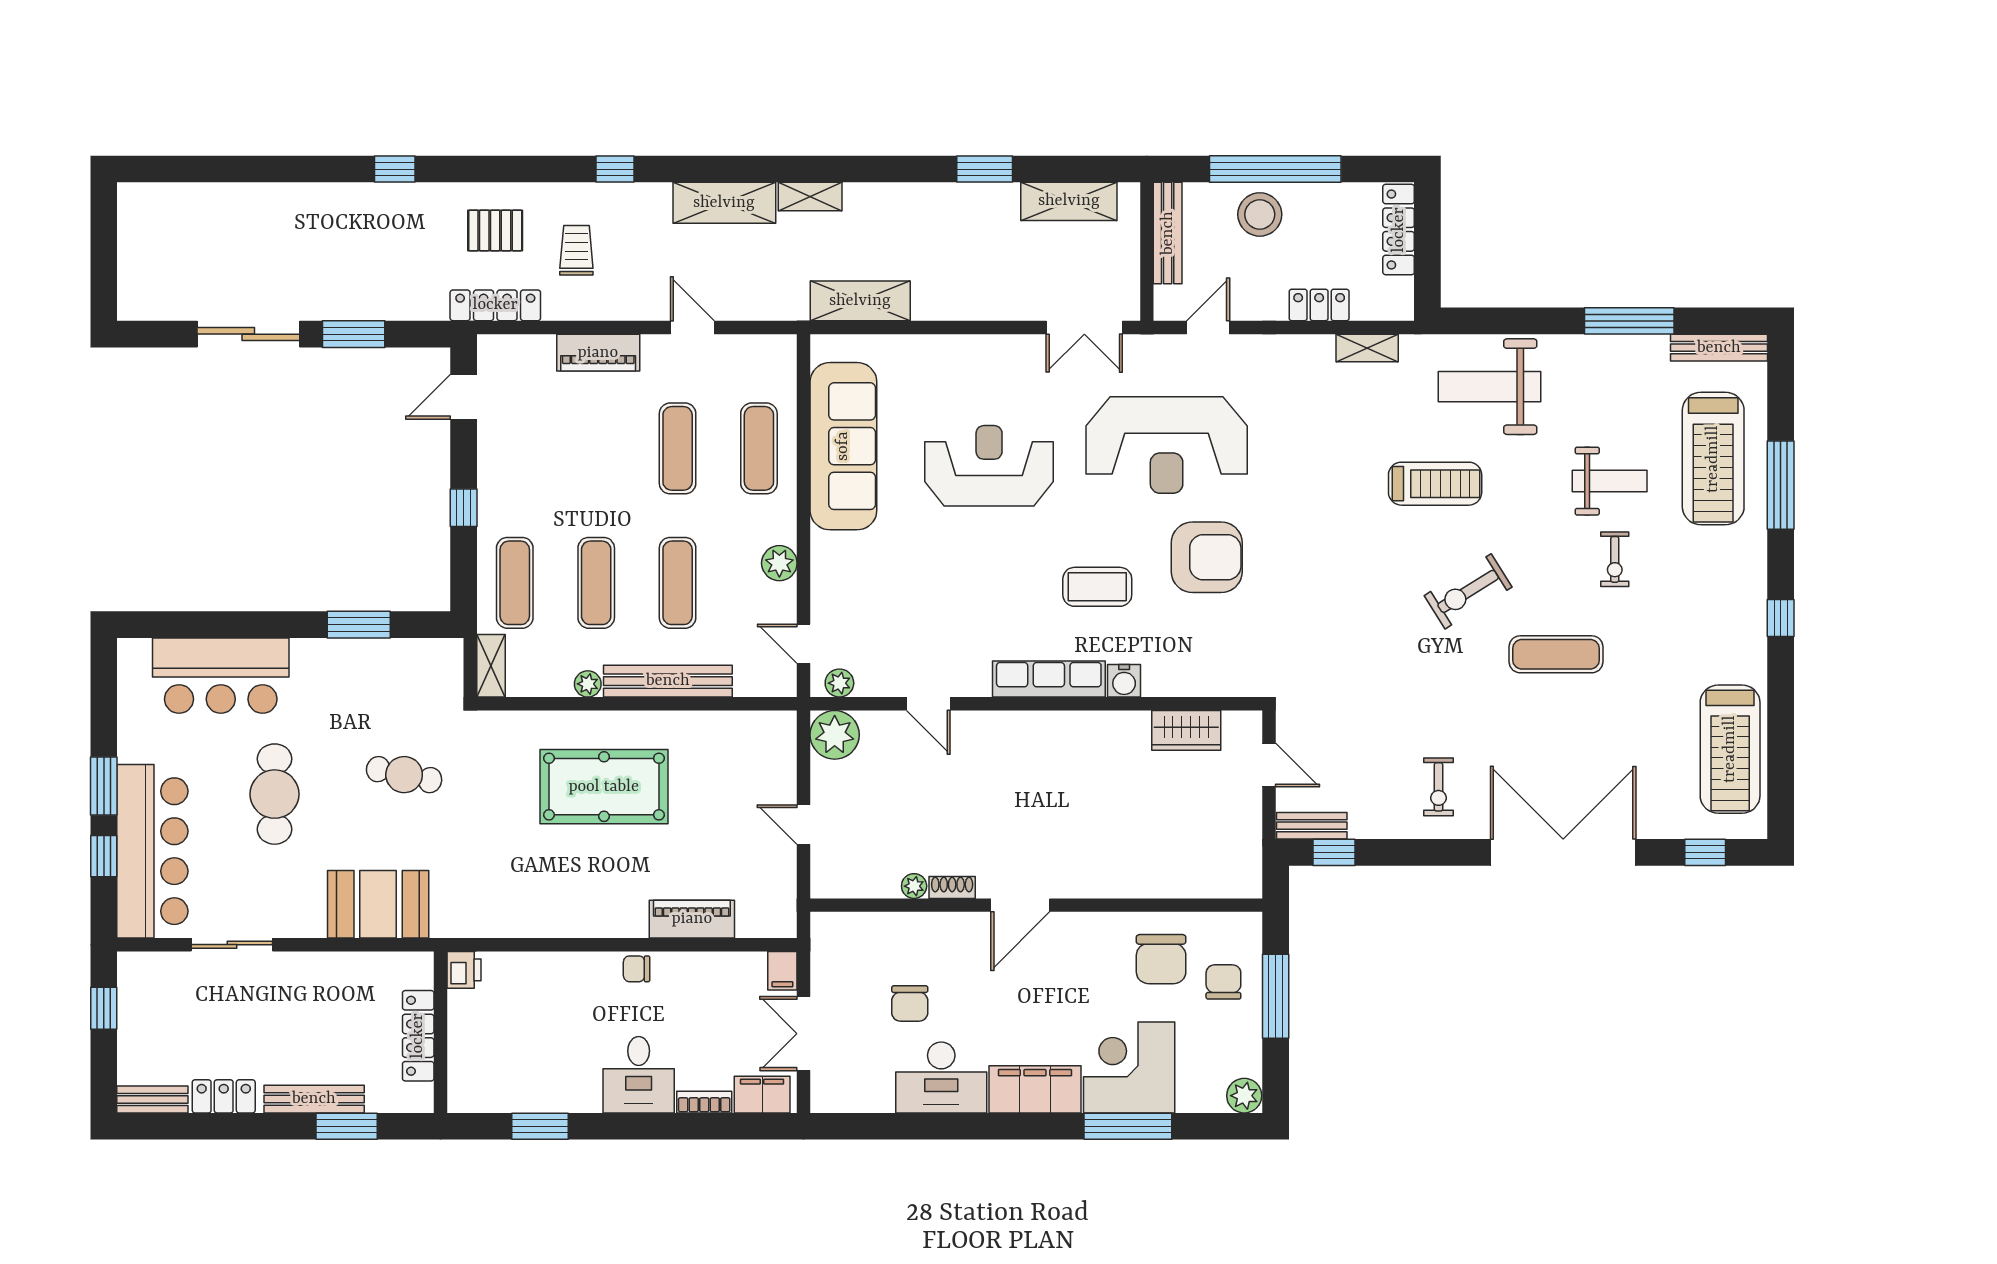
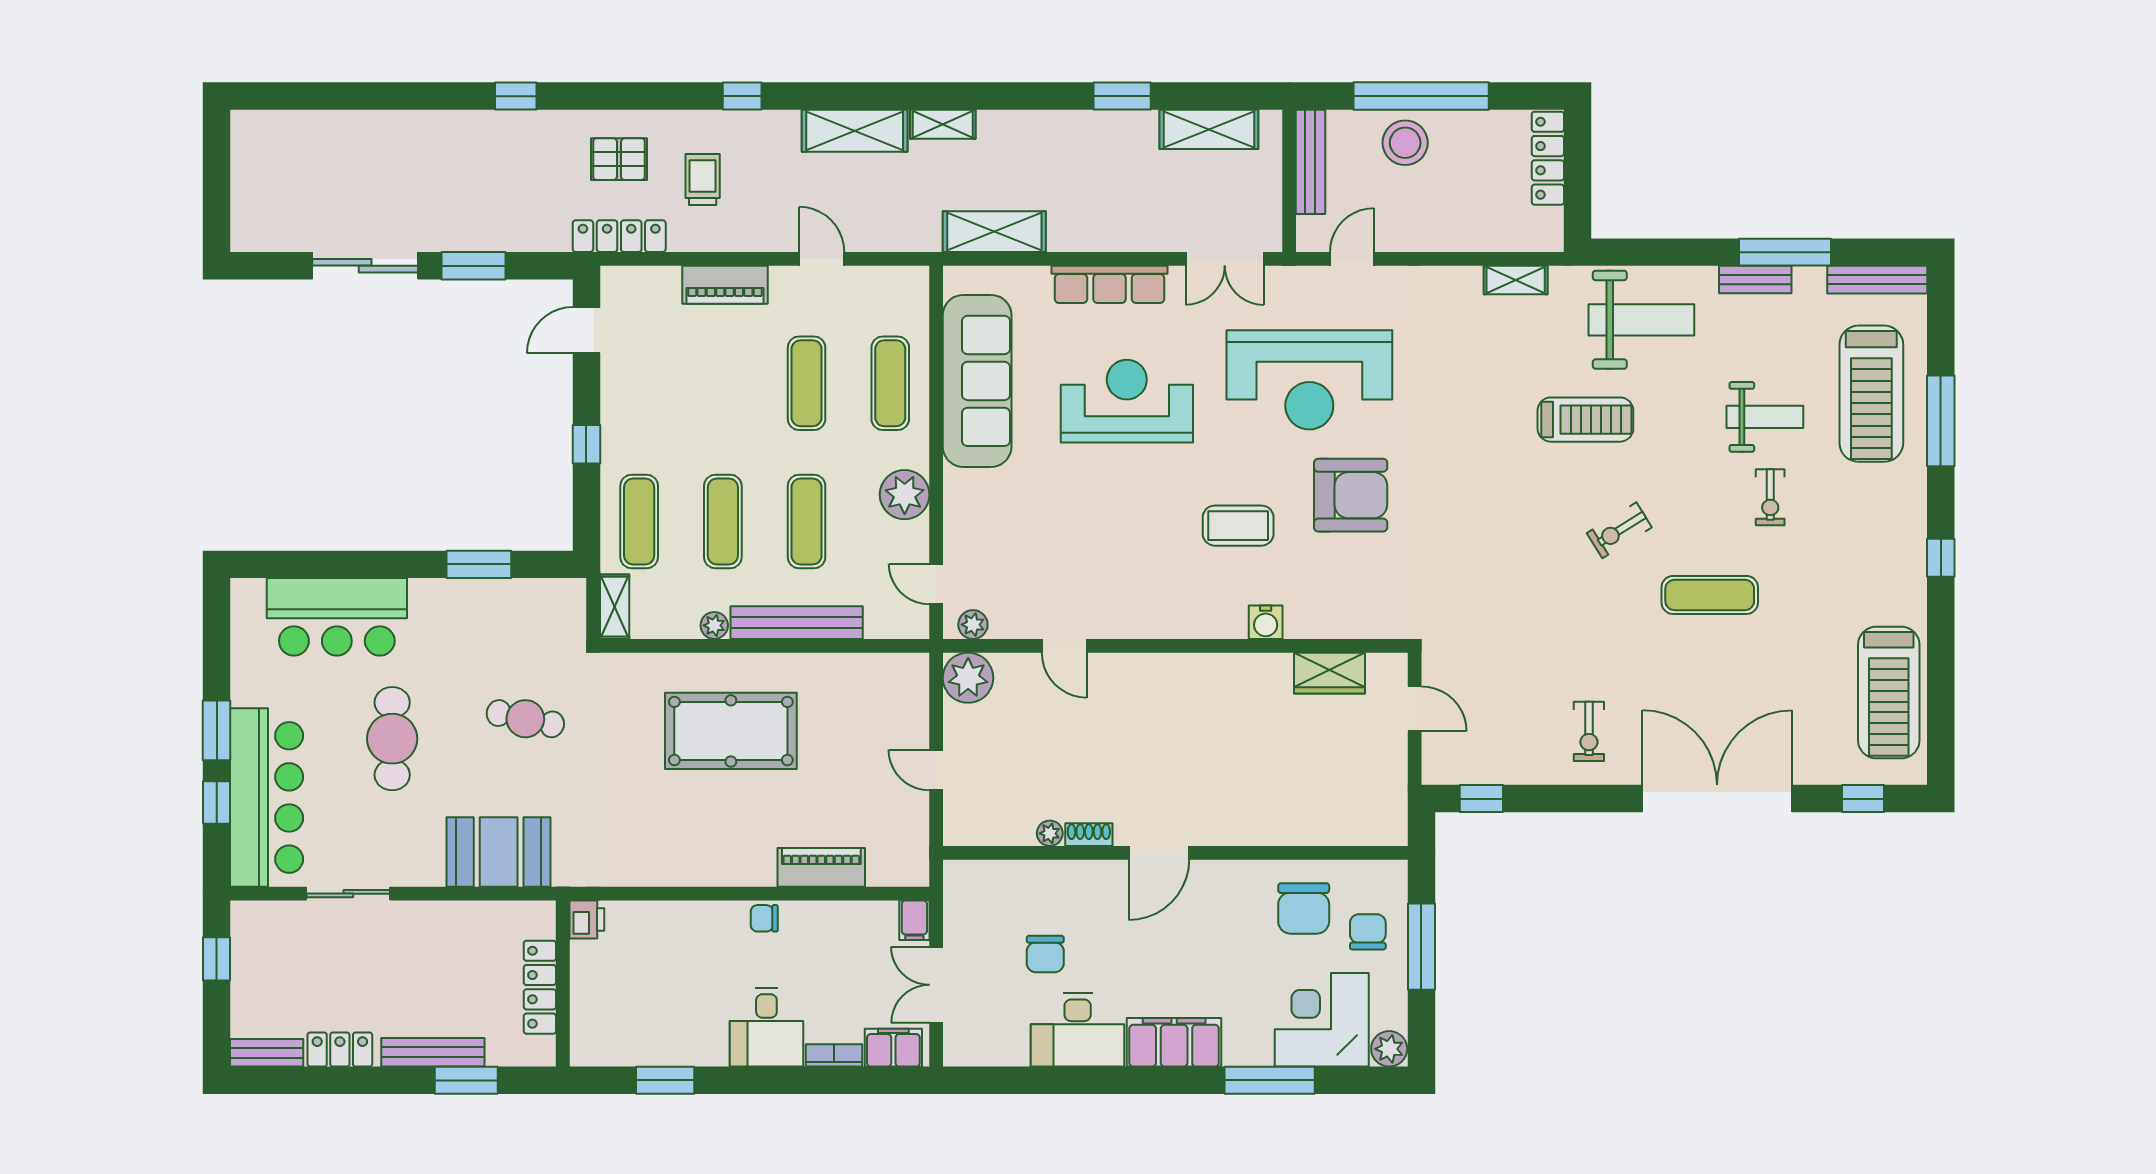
locker: (1319, 305) -> (1466, 236), removed
weight bench: (1490, 387) -> (1641, 320), turned 180
plant: (779, 563) -> (905, 495), width x1.36, depth x1.36
exercise bike: (1468, 591) -> (1619, 530), width x0.73, depth x0.72
row of seats: (1049, 679) -> (1109, 284), moved, turned 180
bench: (1312, 826) -> (1755, 280), moved
corner desk: (1129, 1067) -> (1322, 1020), moved

